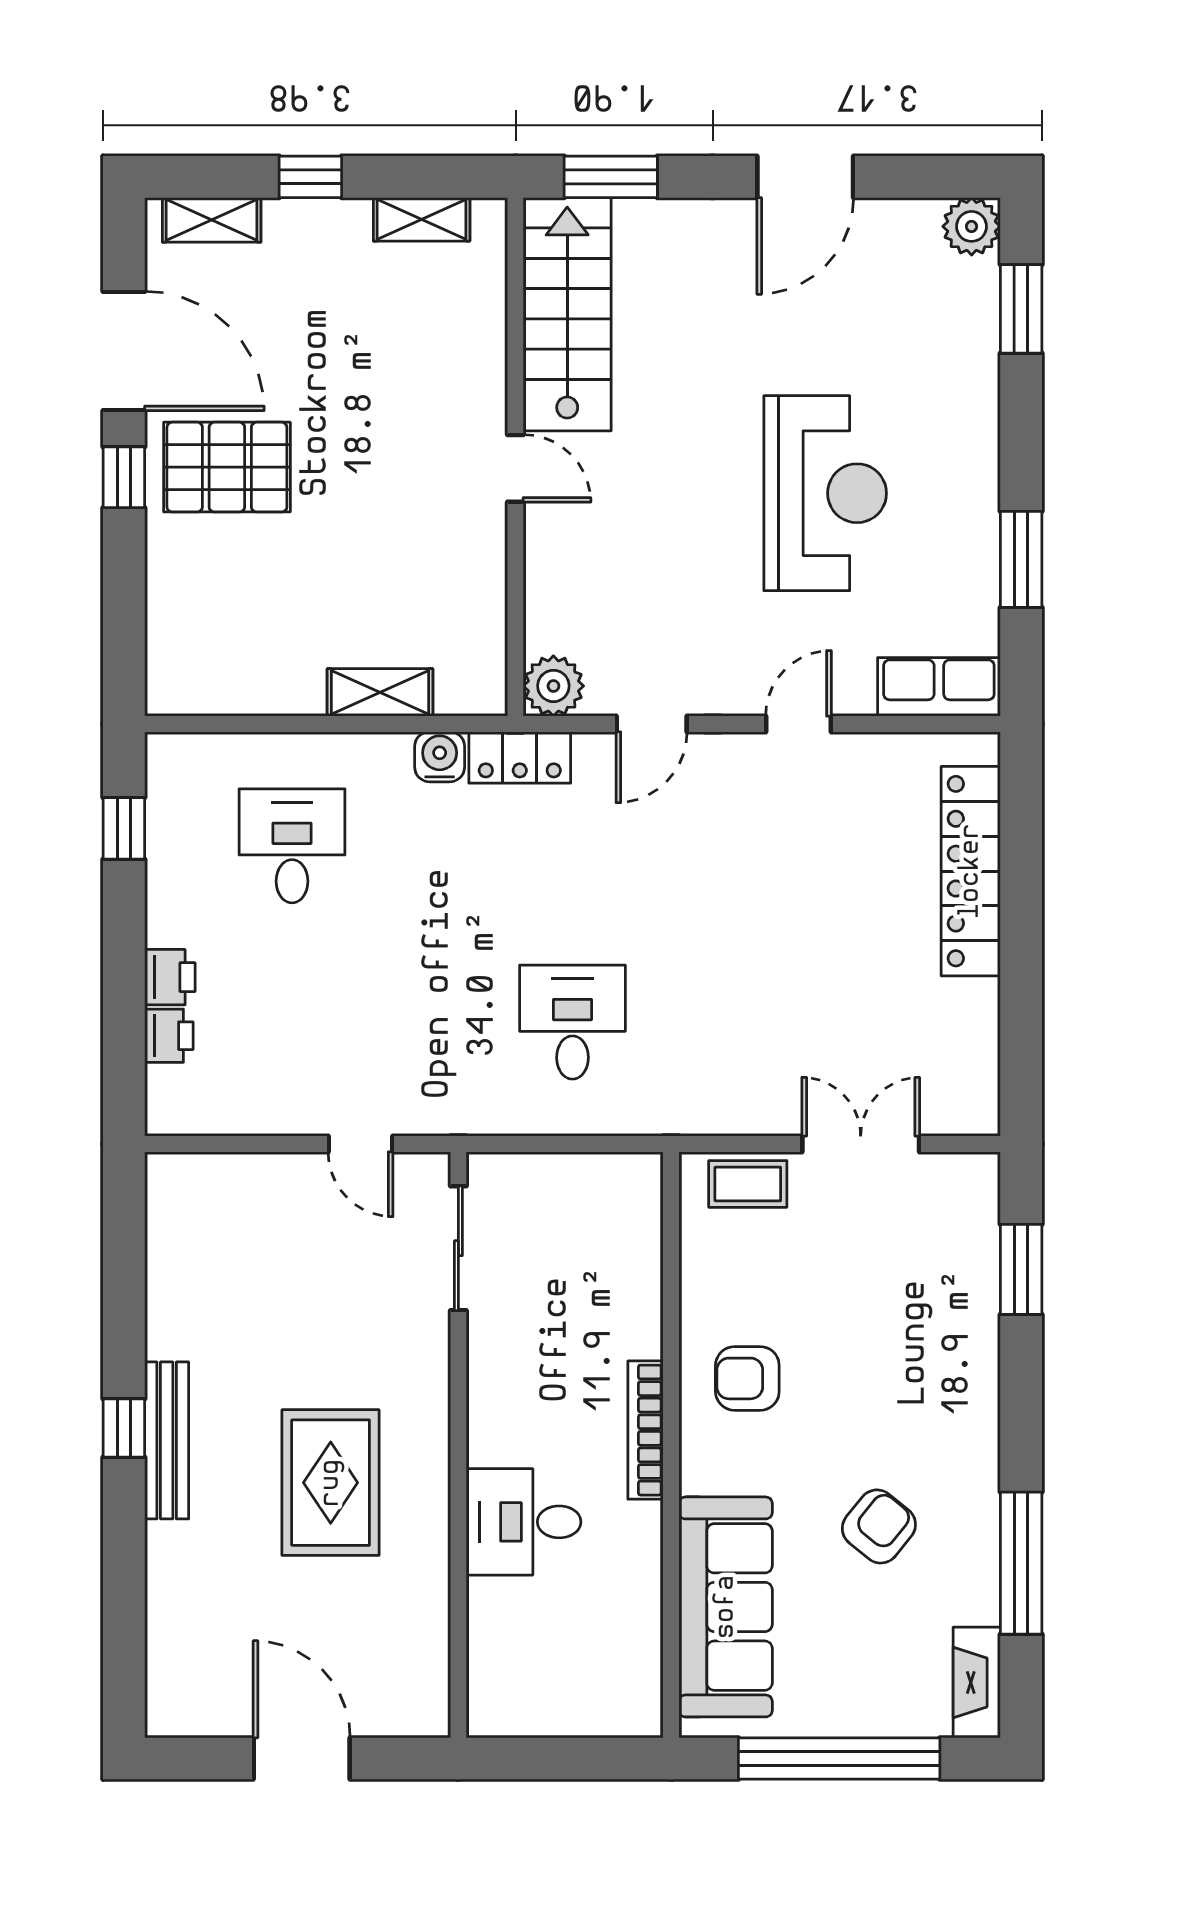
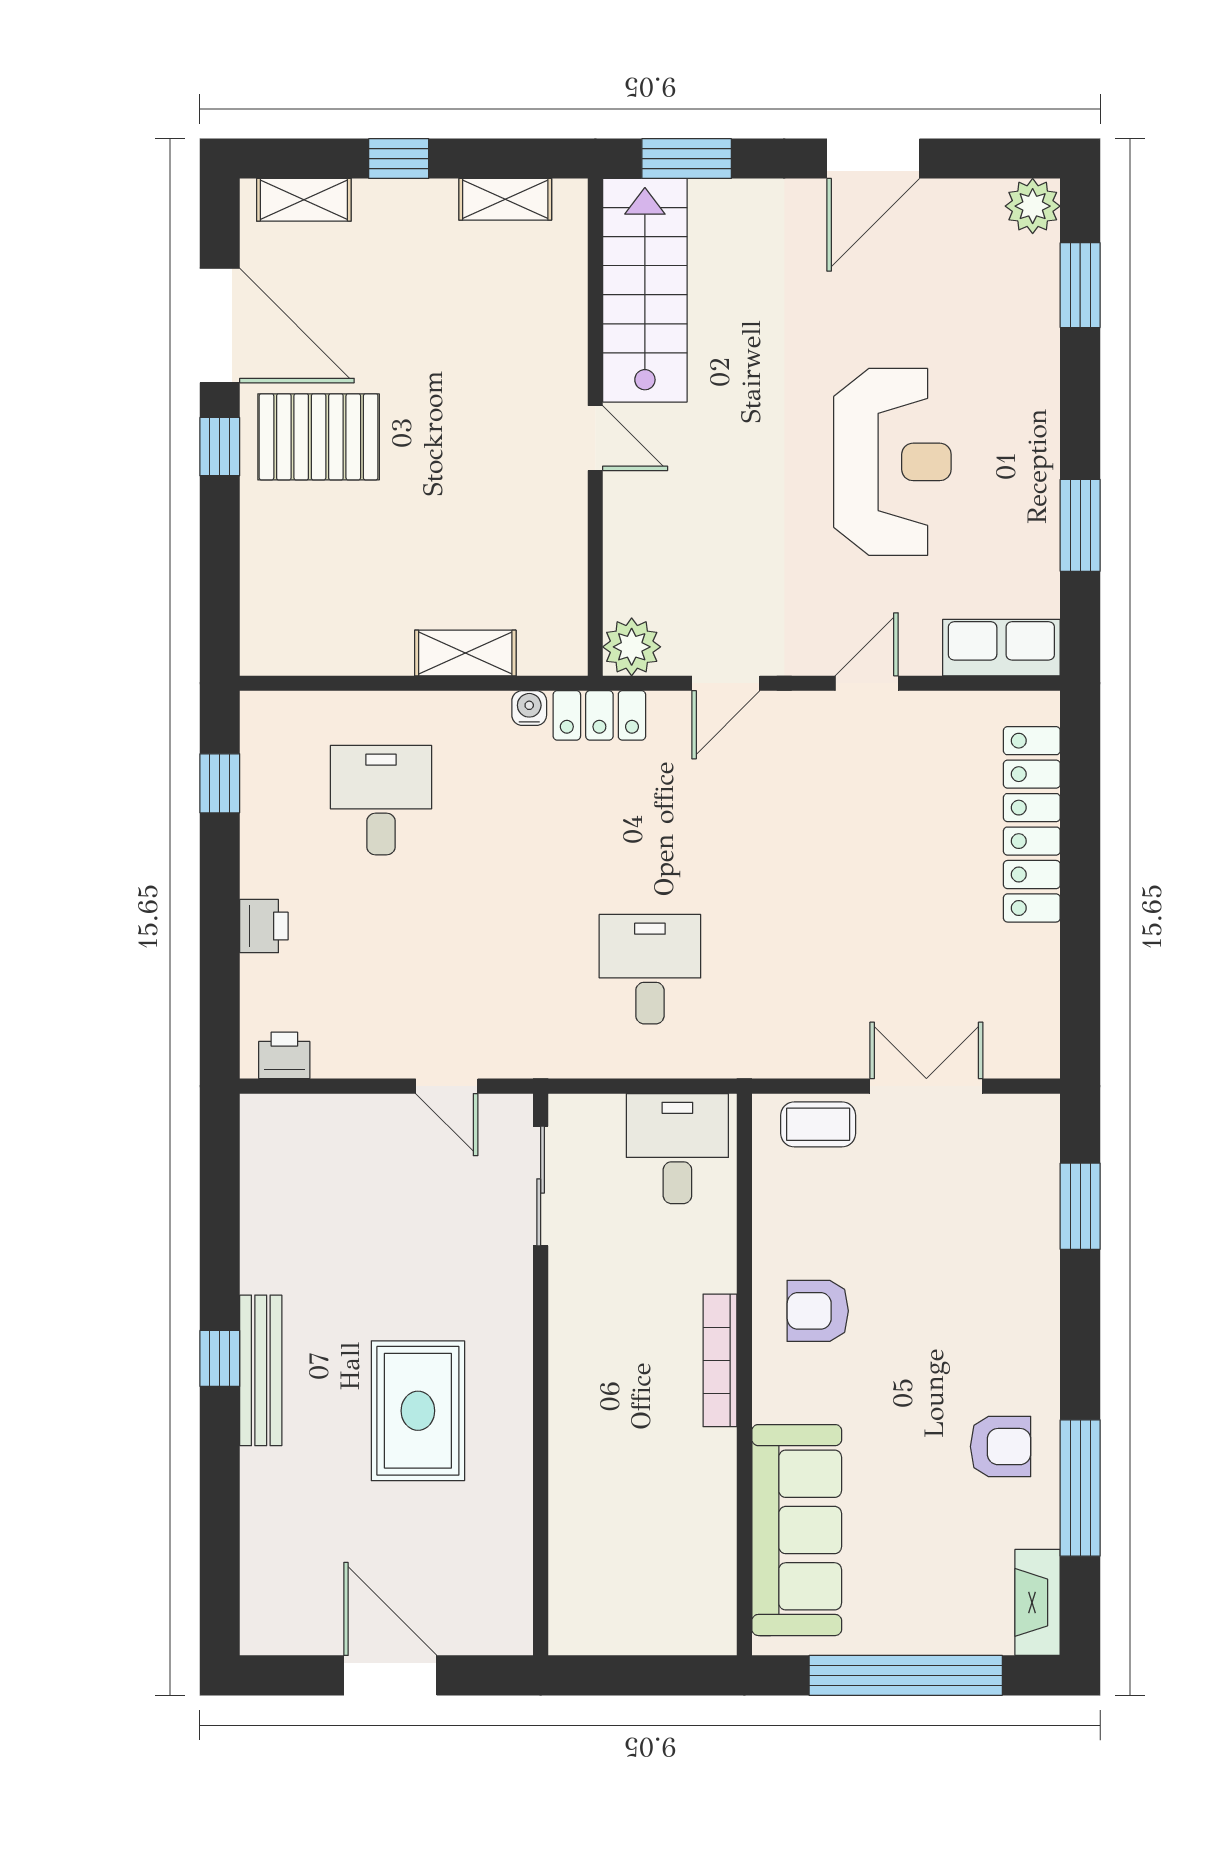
water cooler: (440, 757) -> (529, 708), width x0.72, depth x0.72
printer: (169, 1036) -> (284, 1055), moved, turned -90
desk: (524, 1522) -> (677, 1149), moved, turned 90
armchair: (879, 1526) -> (1001, 1447), moved, turned 51

